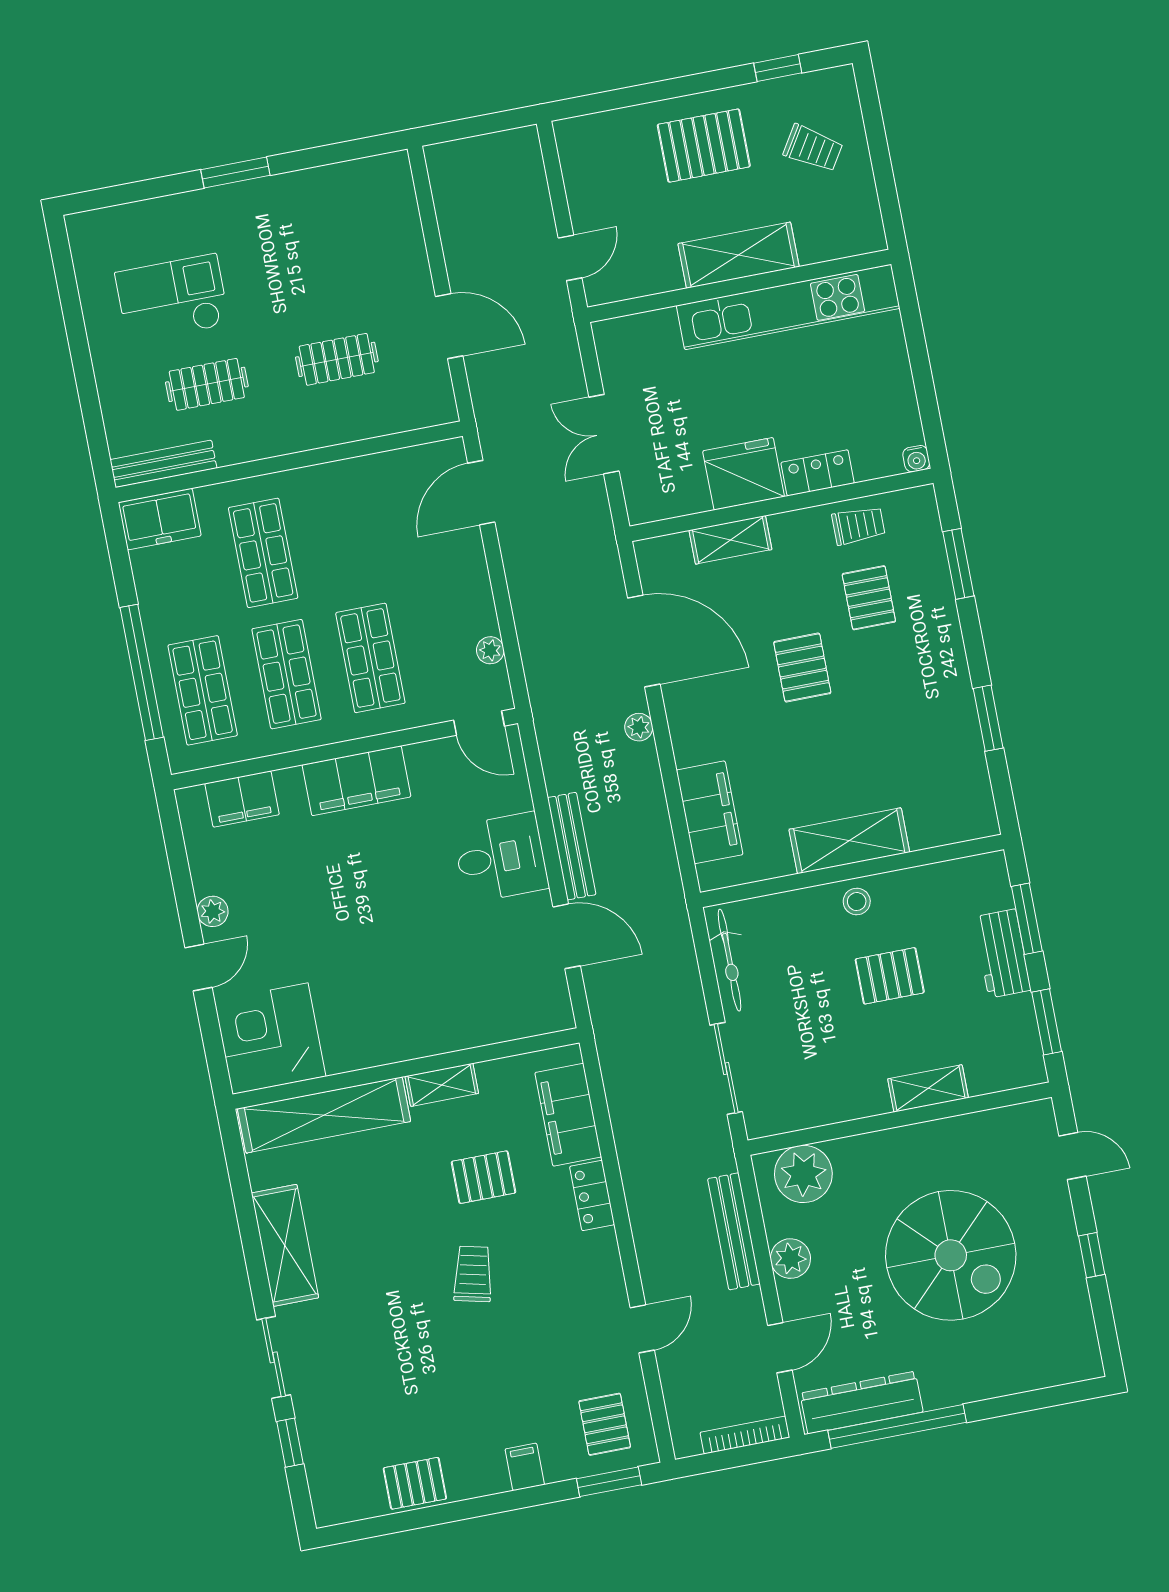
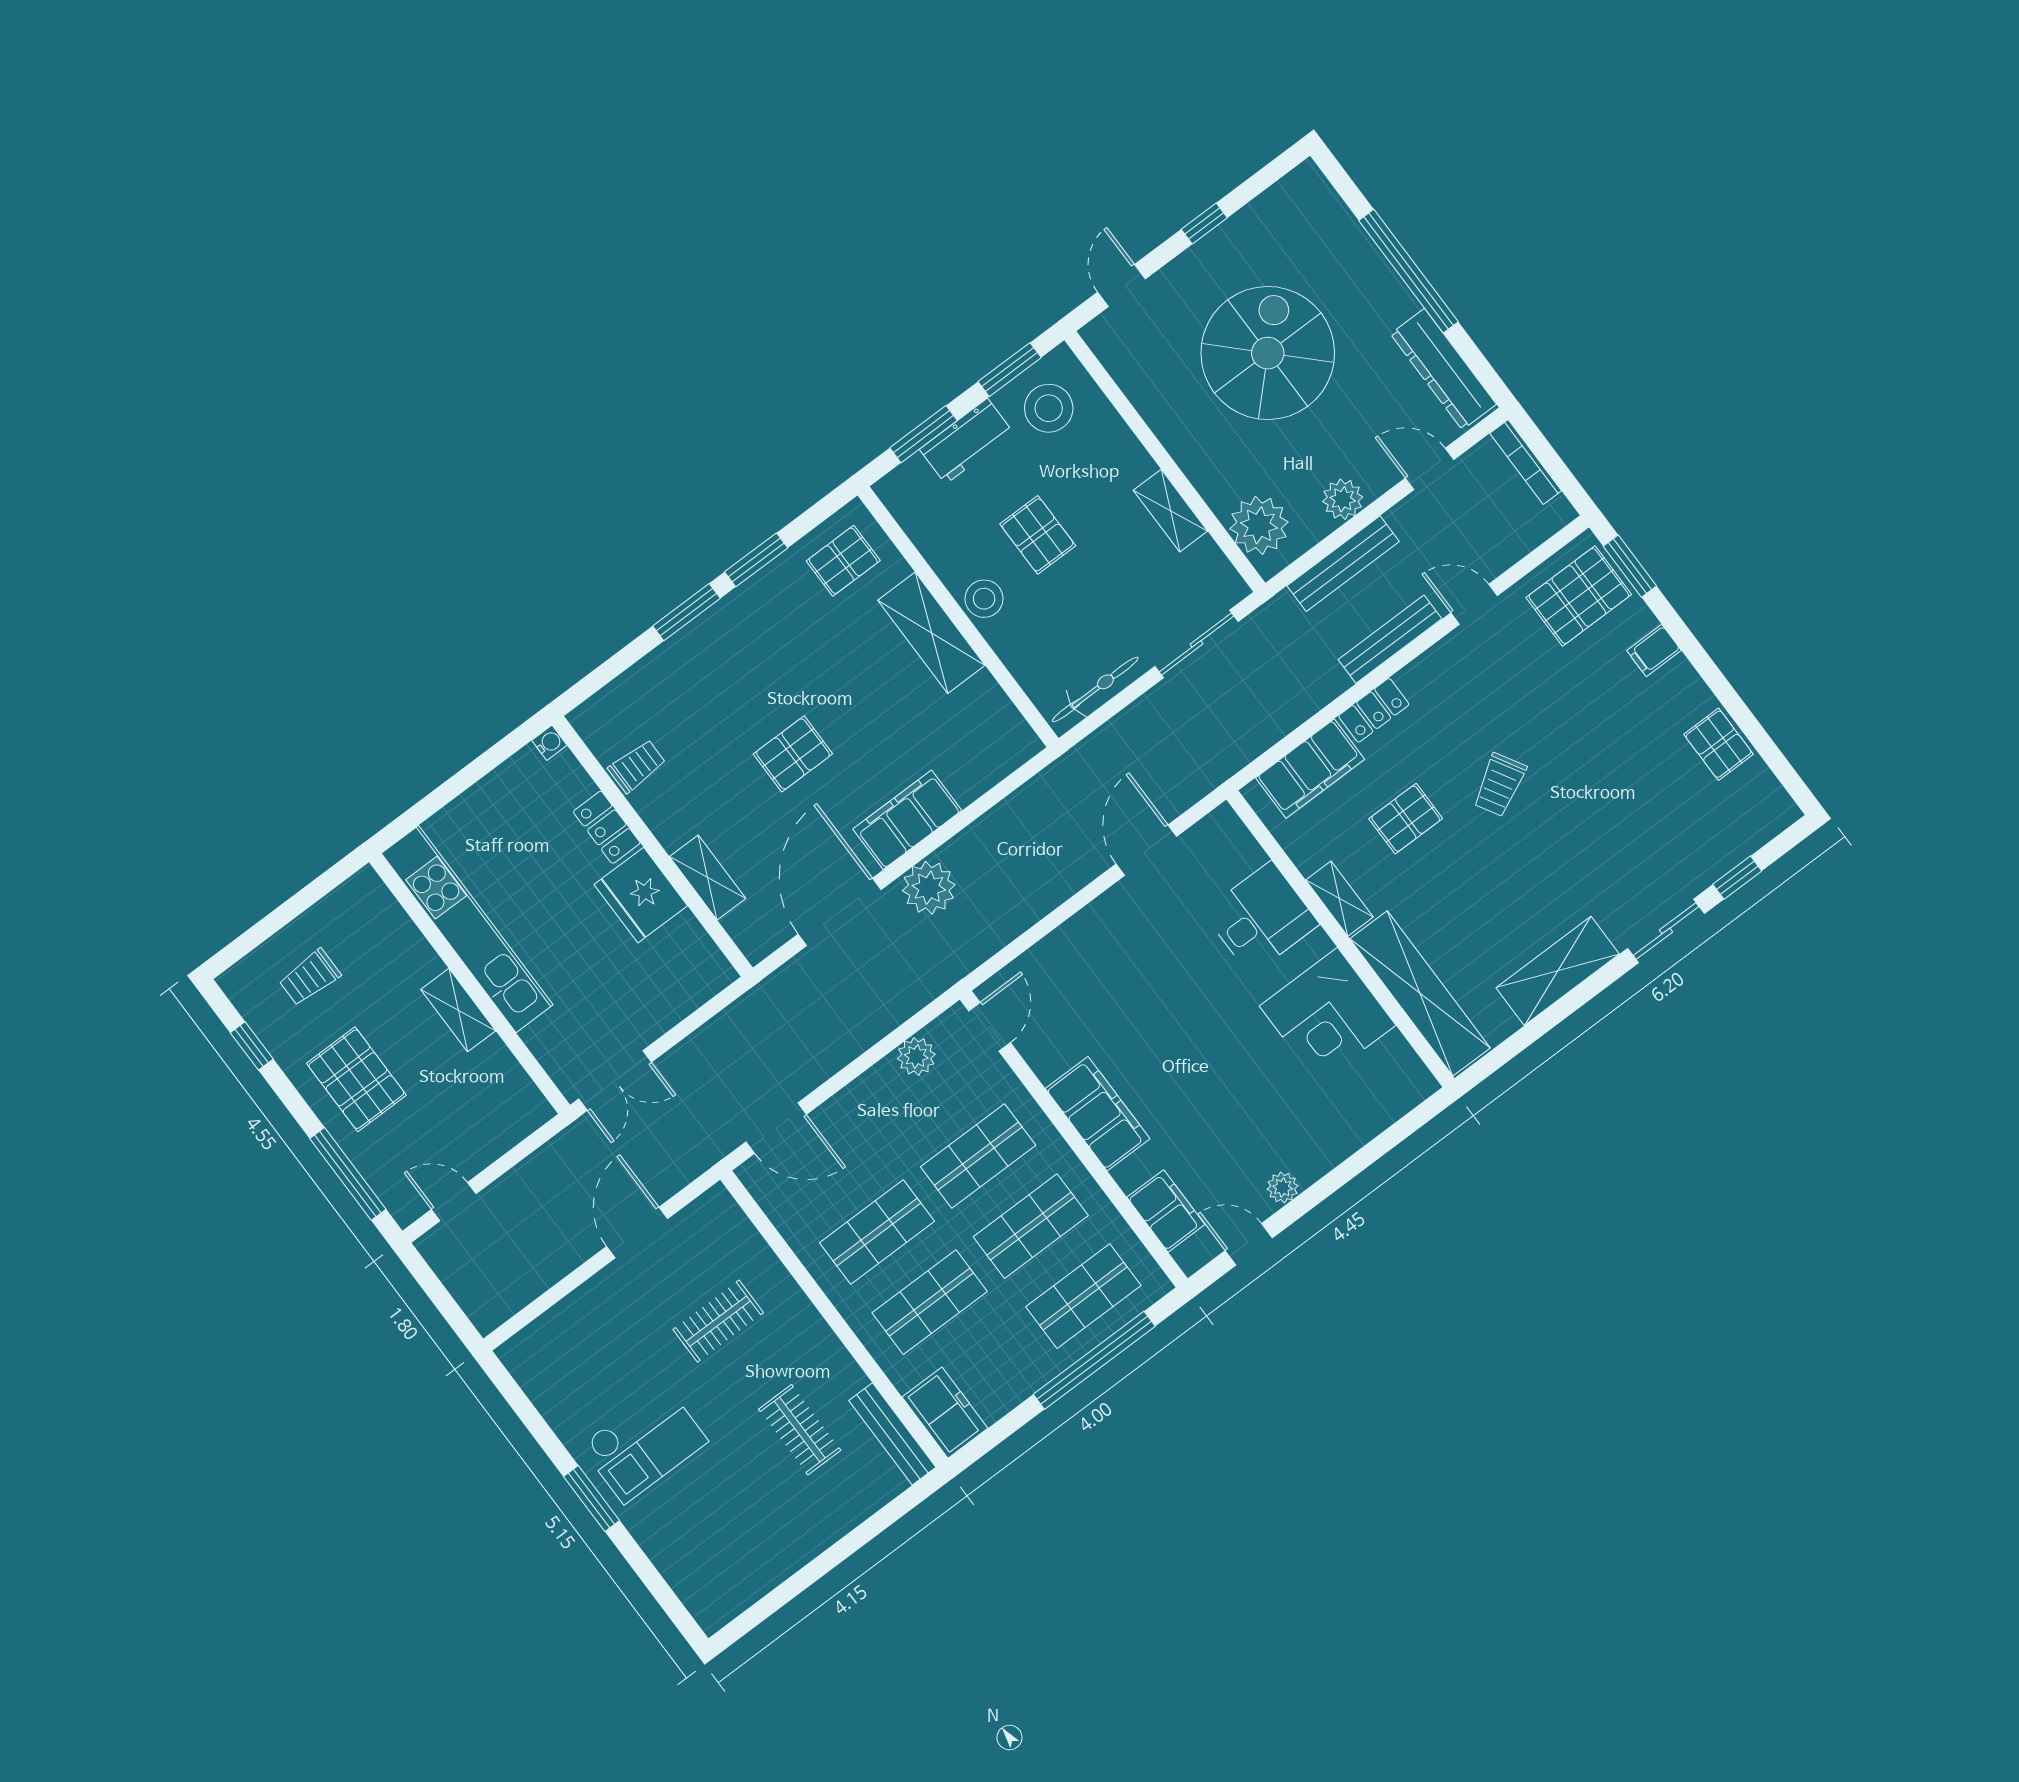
window: (624, 98) -> (348, 1174), added
trolley: (813, 148) -> (310, 977), turned -122
shelving: (739, 255) -> (458, 1010), width x0.67, depth x0.75
door: (570, 258) -> (454, 1202), moved
checkout: (172, 298) -> (644, 1444), moved, turned -90
clothes rail: (337, 359) -> (718, 1321), turned 90
double door: (604, 434) -> (615, 1081), moved
trolley: (858, 525) -> (637, 766), turned 90
shop shelf: (347, 537) -> (877, 1232), added
window: (958, 564) -> (687, 612), moved
pallet: (869, 598) -> (843, 561), moved
plant: (490, 650) -> (916, 1056), width x1.38, depth x1.38
plant: (639, 727) -> (929, 888), width x1.87, depth x1.87
filing cabinet: (710, 812) -> (907, 820), moved
bench: (572, 846) -> (1390, 639), moved
desk: (501, 857) -> (1261, 918), moved, turned 90
stool: (857, 902) -> (984, 599), width x1.37, depth x1.37
door: (199, 968) -> (1249, 1244), moved
corner desk: (270, 1039) -> (1328, 1016), moved
stool: (996, 1040) -> (1049, 408), added
shelving: (928, 1088) -> (1170, 511), moved
pallet: (483, 1177) -> (1406, 819), turned 90
trolley: (473, 1274) -> (1499, 785), turned -43
pallet: (605, 1424) -> (1579, 596), width x1.50, depth x1.42
window: (897, 1426) -> (1408, 271), moved

